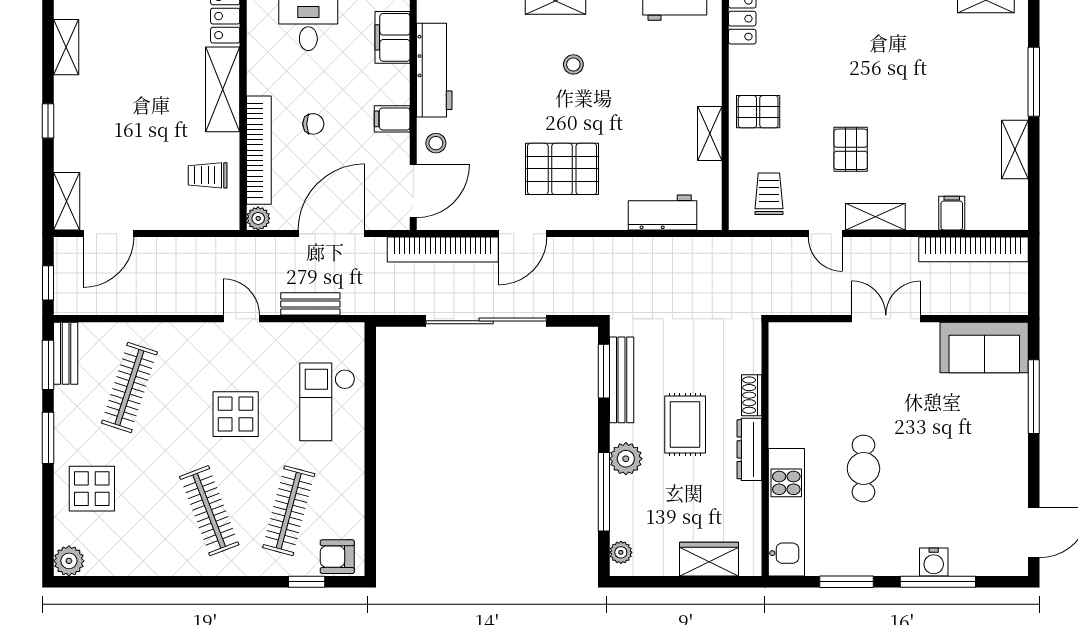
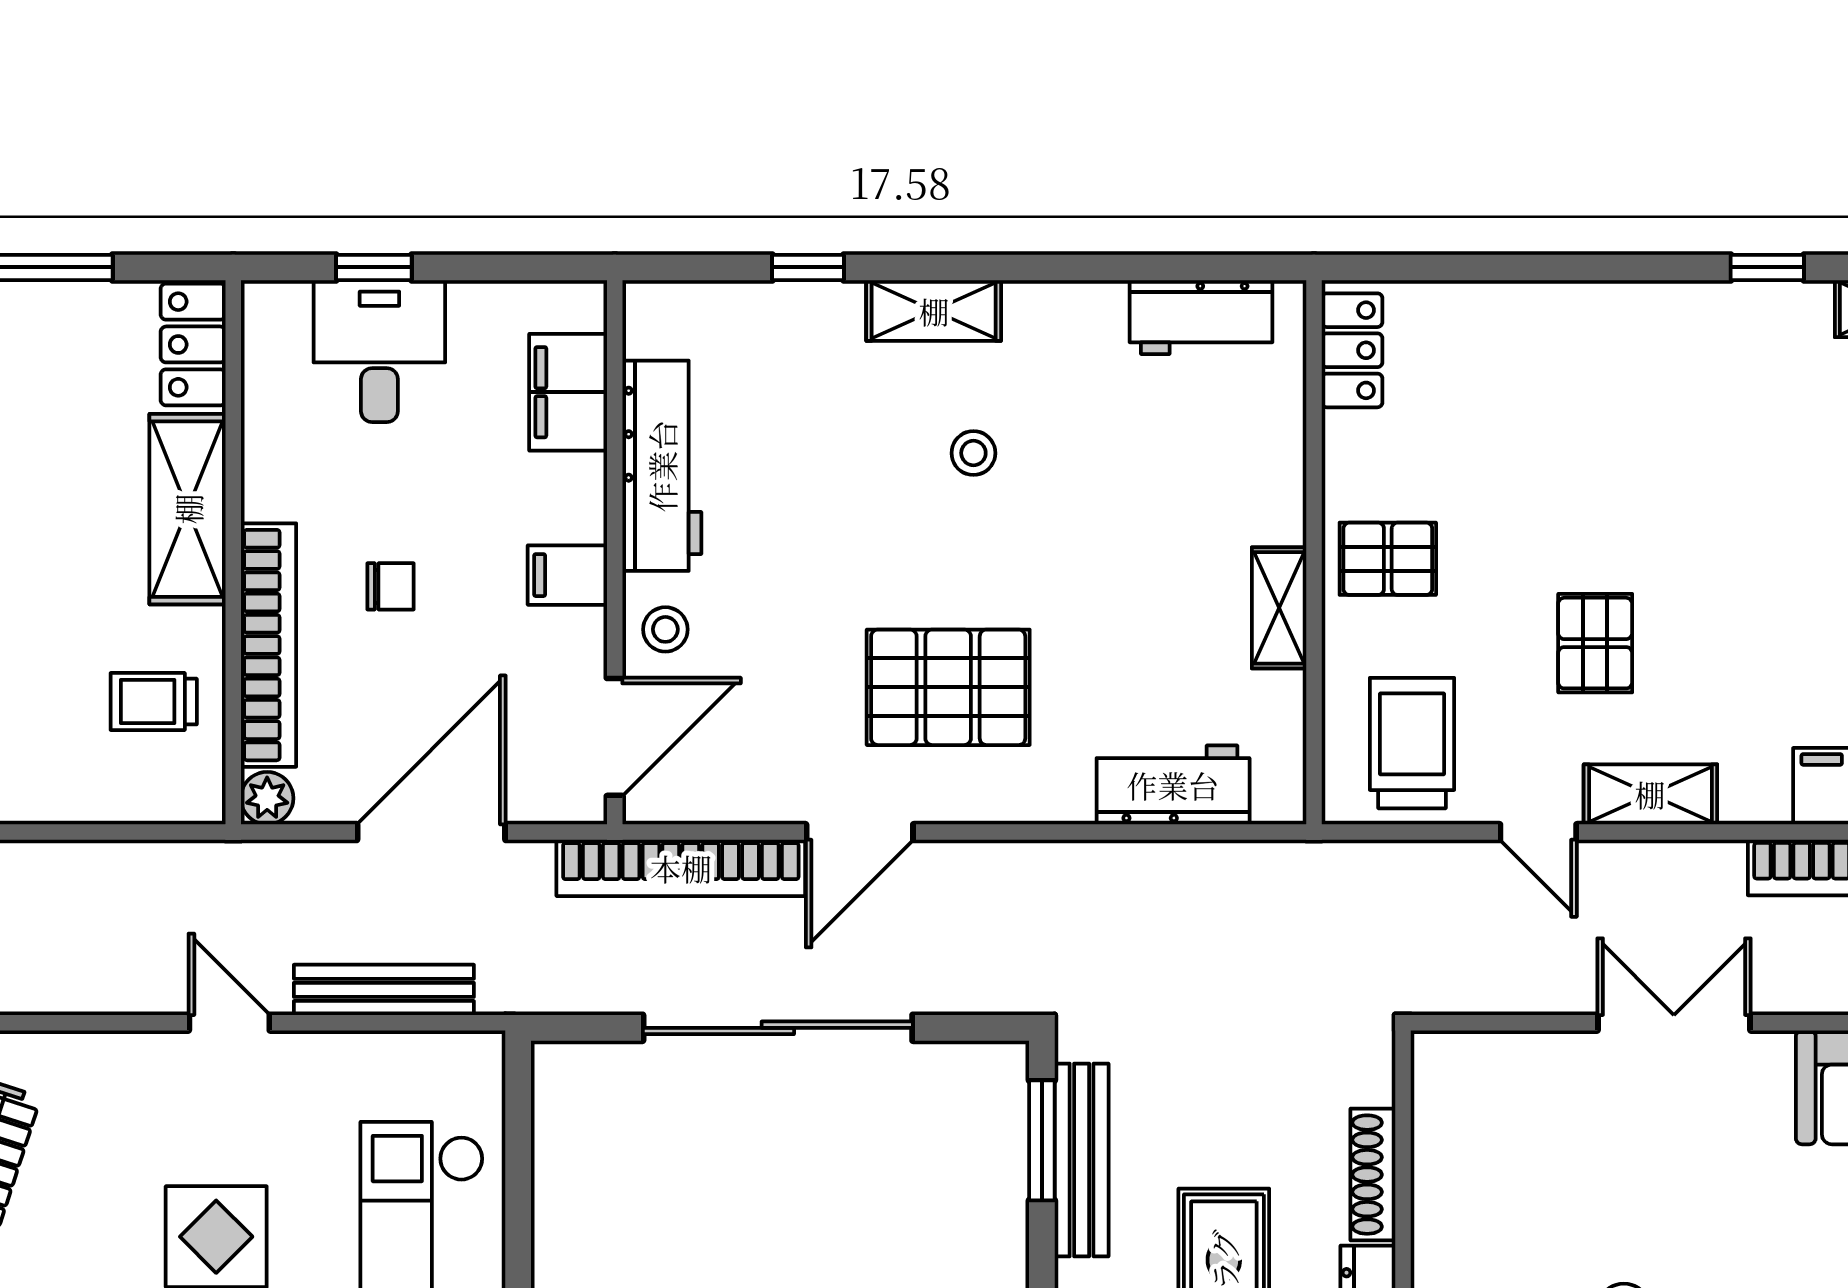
trolley: (769, 194) -> (1412, 743), width x1.36, depth x1.39
bench: (310, 304) -> (384, 990), width x1.36
shoe rack: (752, 395) -> (1373, 1175), width x1.43

